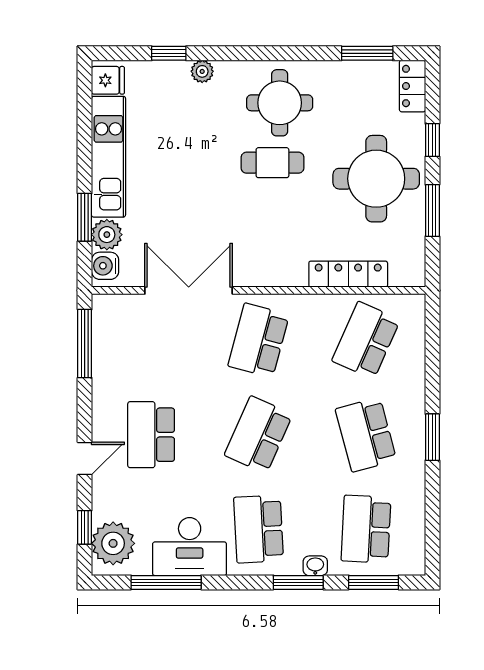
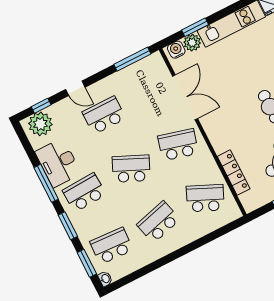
window: (432, 437) -> (174, 256), removed
washbasin: (315, 566) -> (105, 279), moved
window: (166, 582) -> (46, 183), moved

